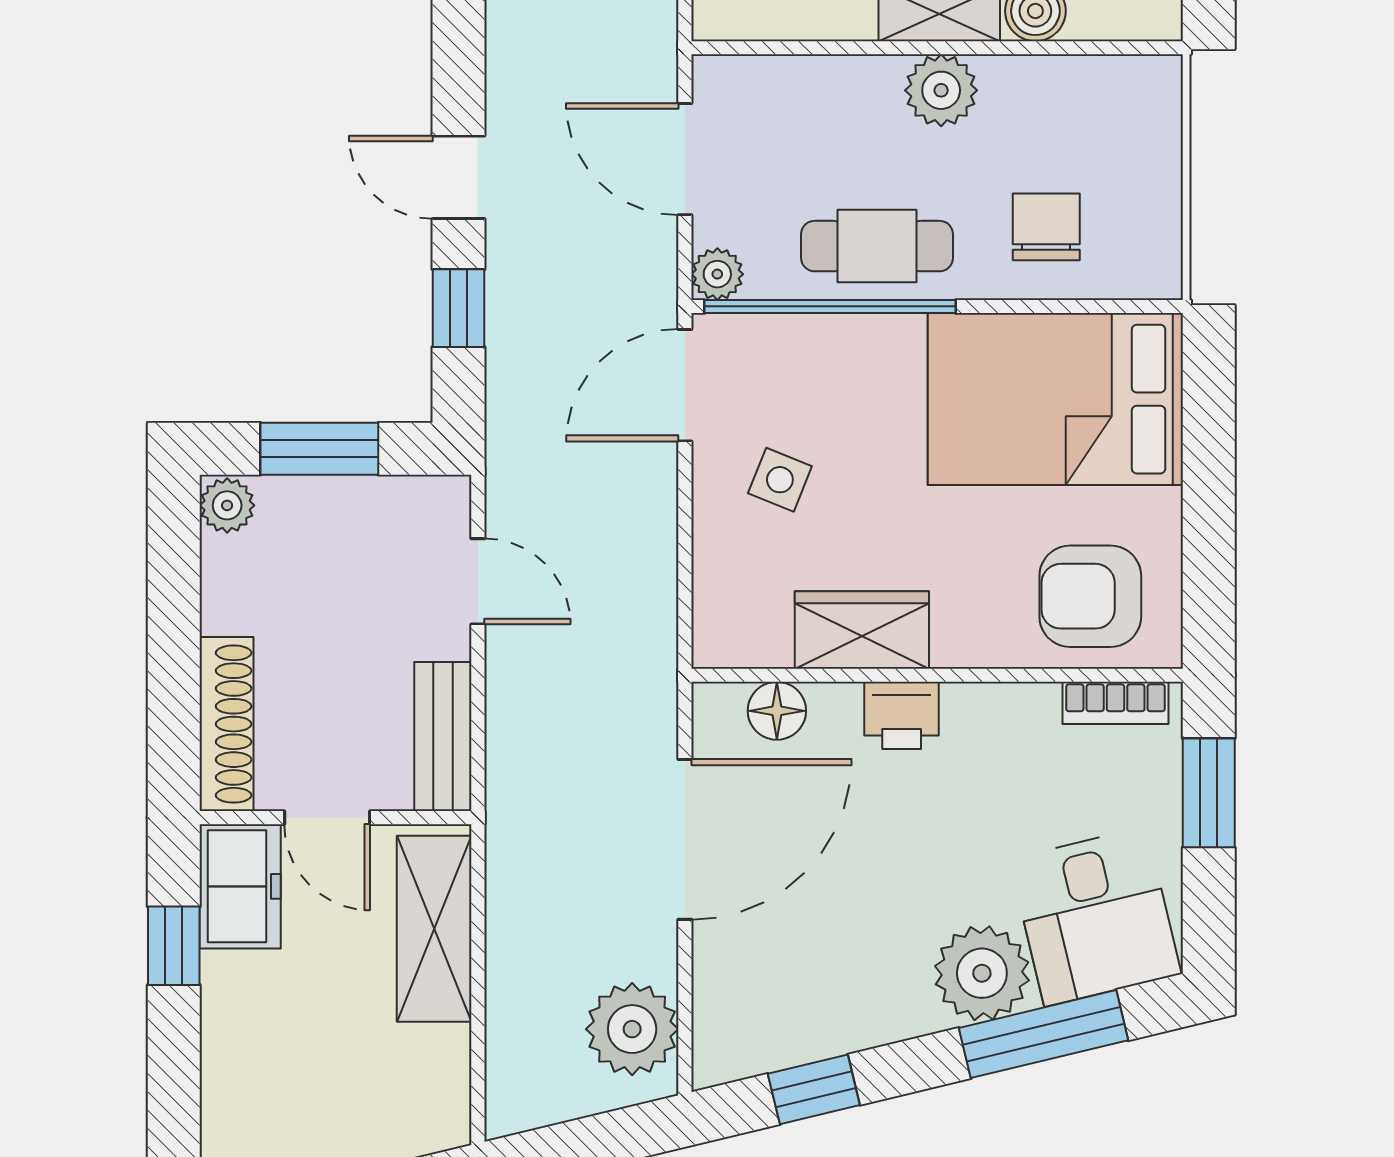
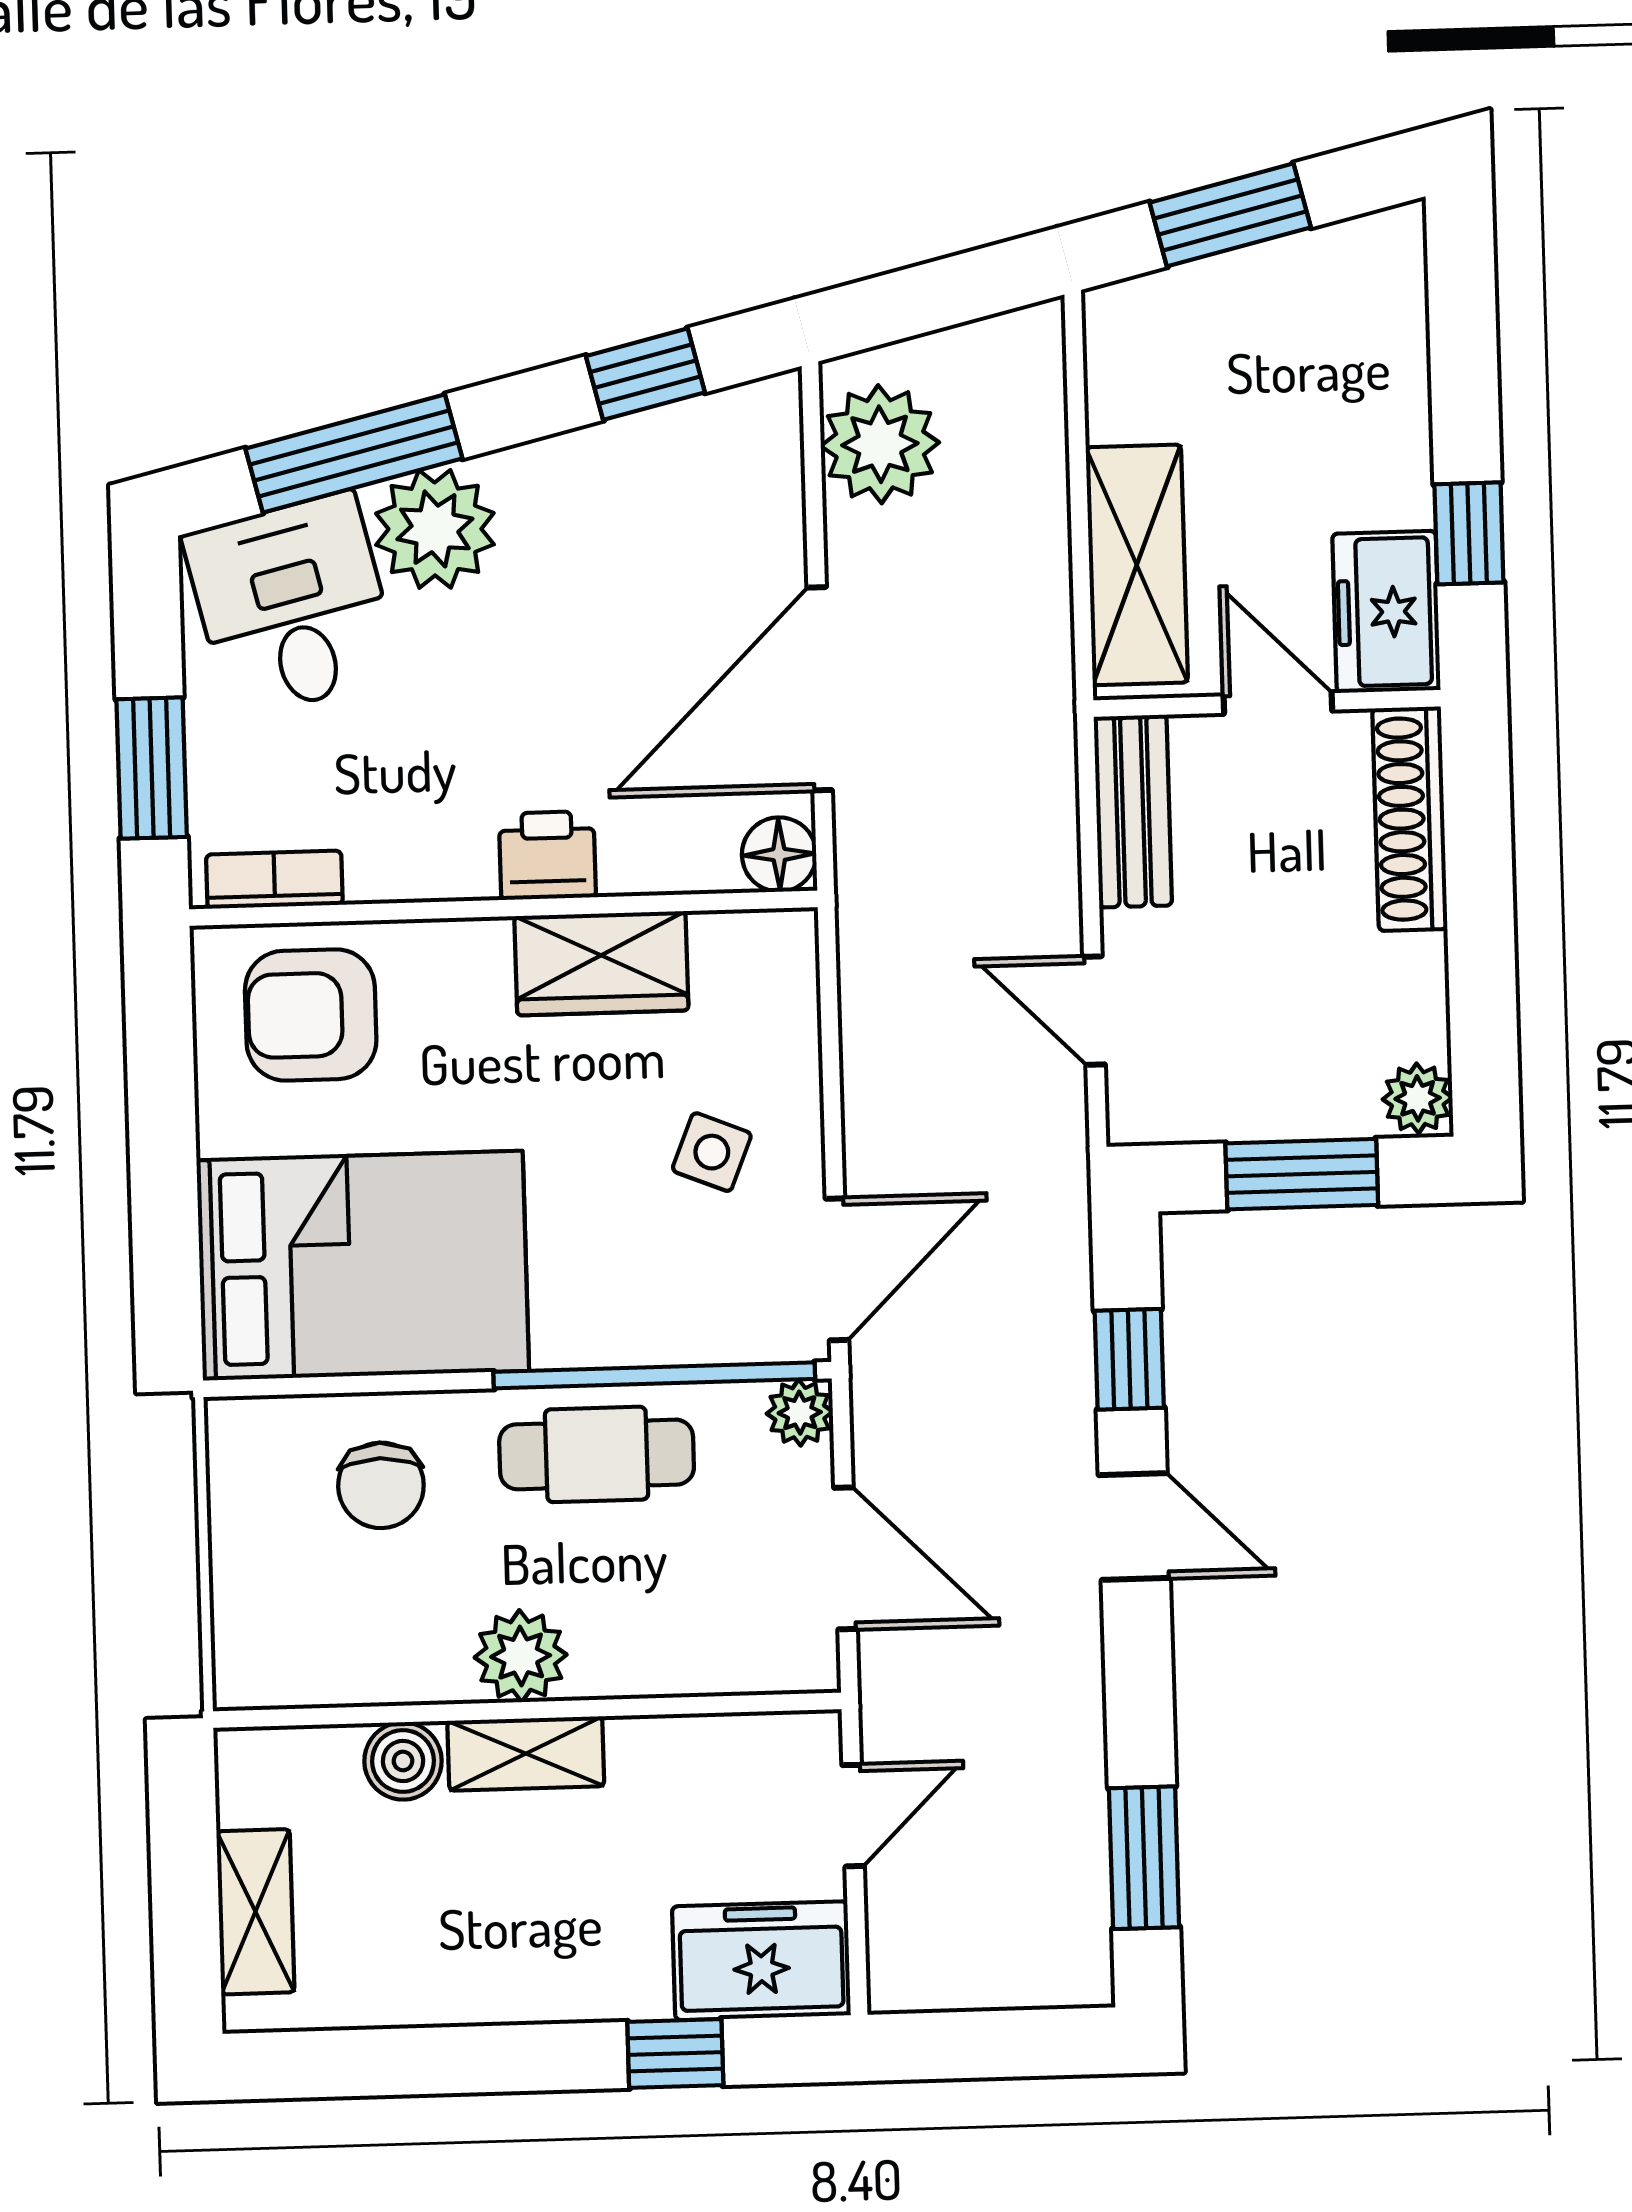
armchair: (1090, 596) -> (311, 1015), turned 180
floor lamp: (777, 711) -> (779, 854), moved

